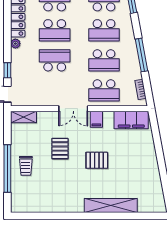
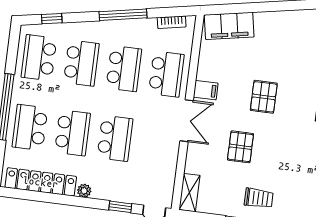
school desk: (55, 60) -> (115, 138), turned 180
filing cabinet: (131, 120) -> (229, 26), moved, turned 80
pallet: (60, 149) -> (240, 147), turned 90

